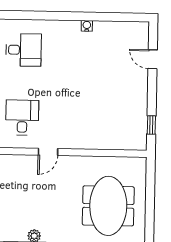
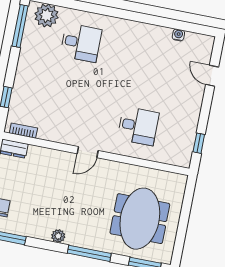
water cooler: (87, 26) -> (178, 35), moved
desk: (22, 118) -> (138, 126), moved, turned 90

